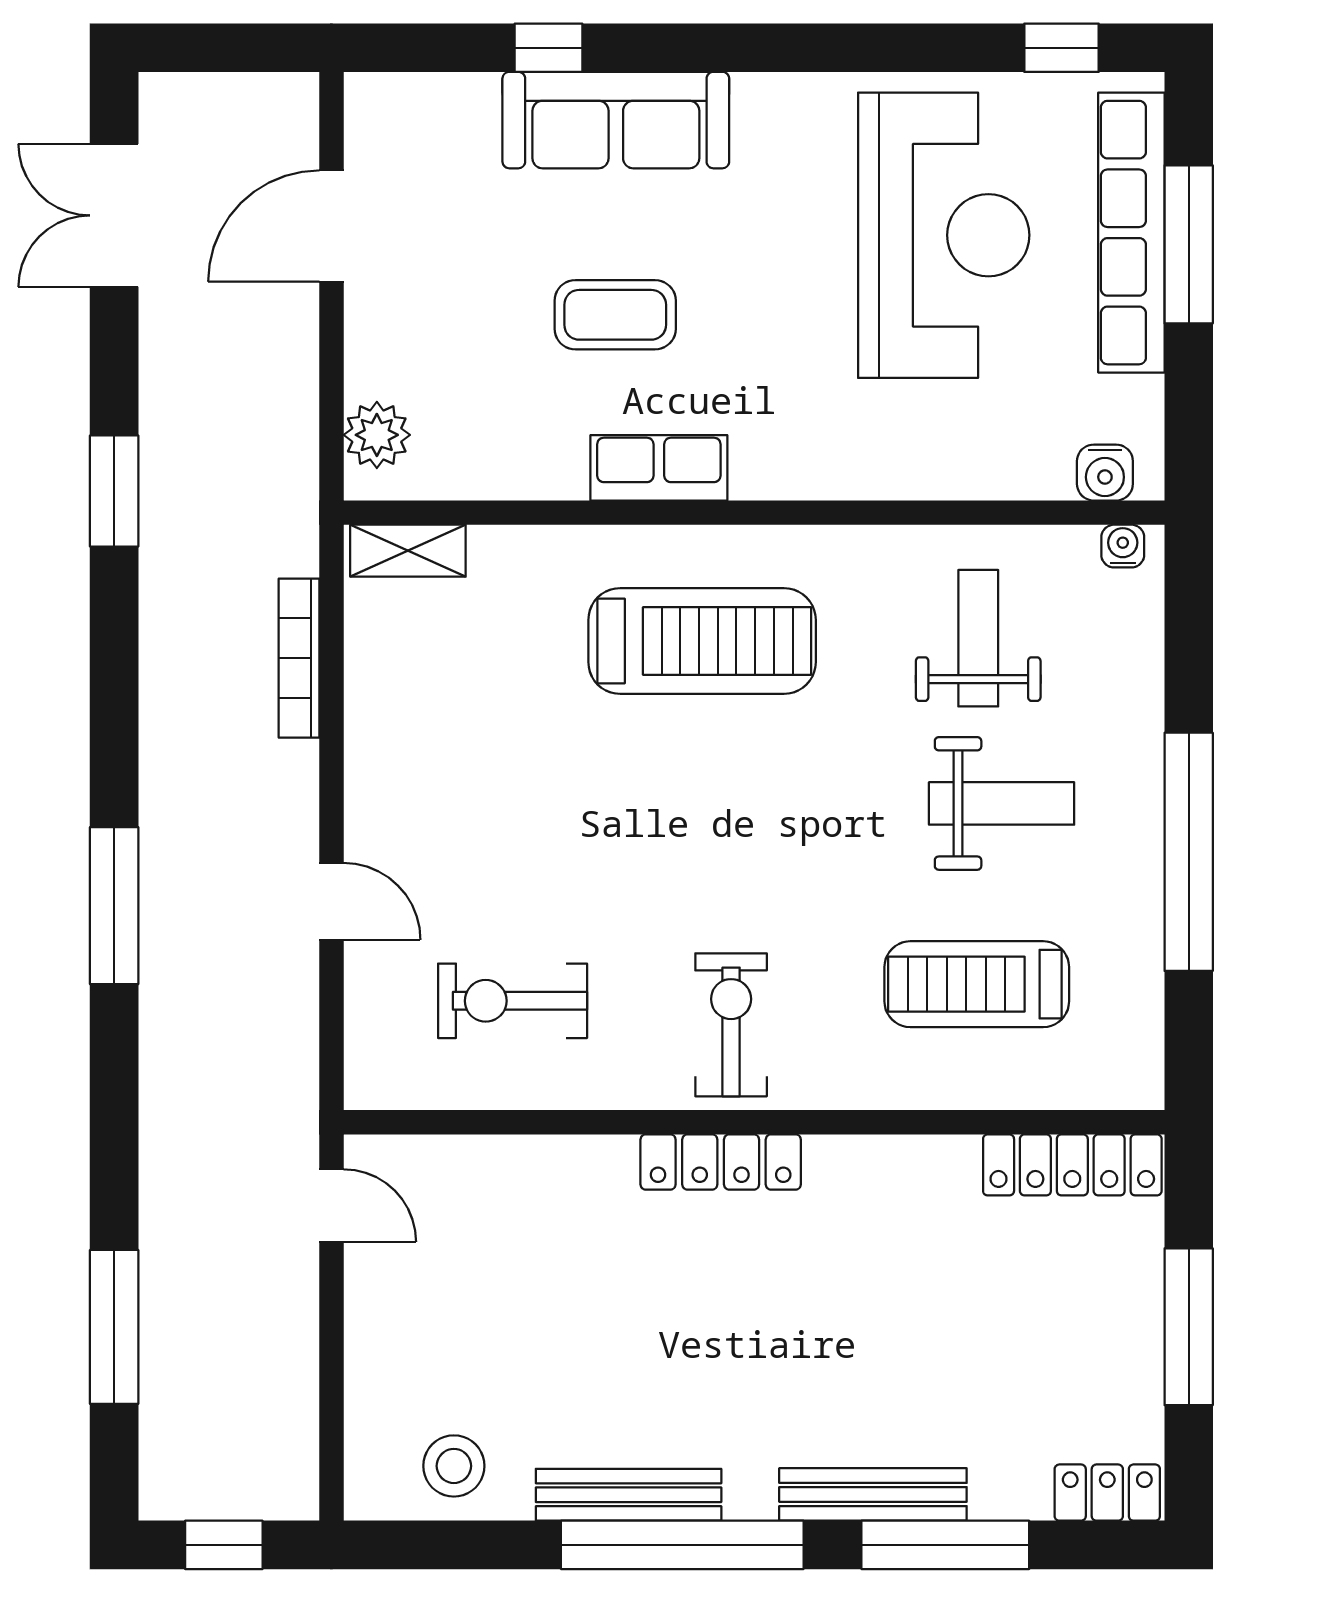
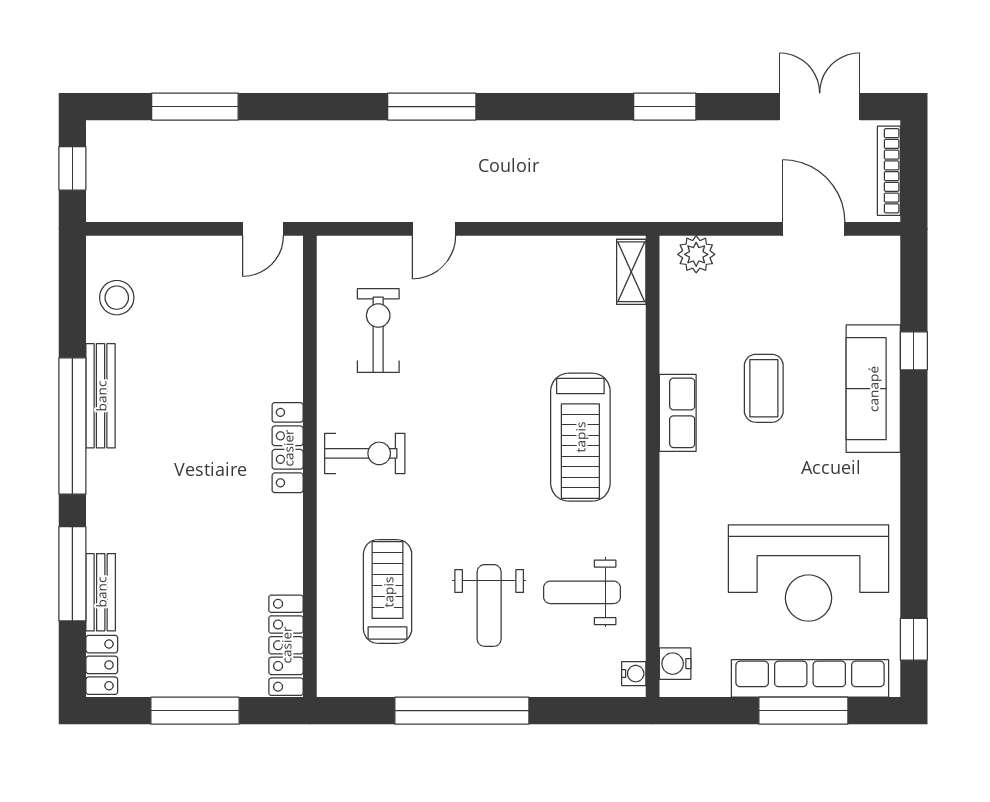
weight bench: (978, 638) -> (582, 592), turned 180
bookcase: (299, 658) -> (889, 171), moved, turned -90
bench: (873, 1494) -> (101, 592), moved, width x0.73

